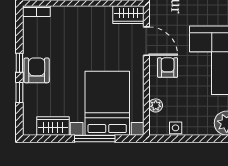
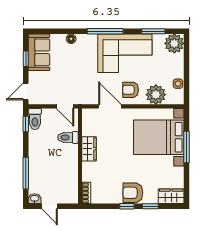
wardrobe: (128, 15) -> (89, 149), moved
door: (146, 41) -> (110, 106), hinge flipped
plant: (156, 105) -> (156, 95), width x1.88, depth x1.88
wardrobe: (53, 126) -> (171, 196), moved, turned 90

